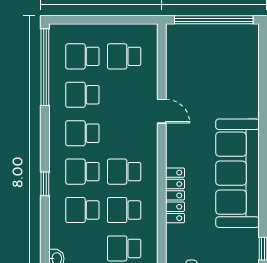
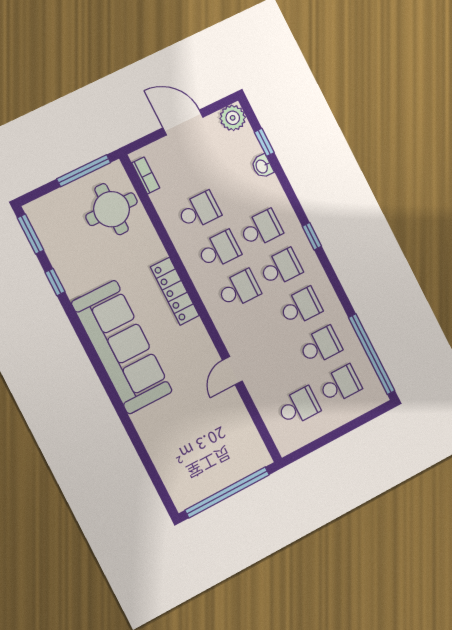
door: (162, 111) -> (232, 371), hinge flipped

